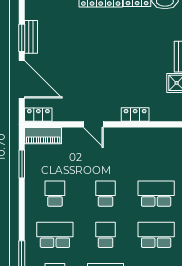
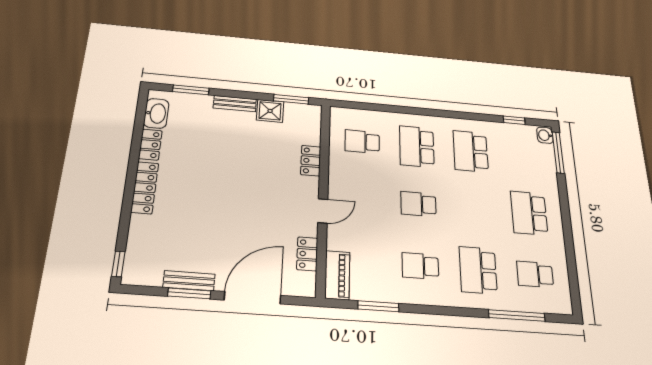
locker: (38, 115) -> (307, 254), moved
school desk: (106, 235) -> (362, 142), moved

